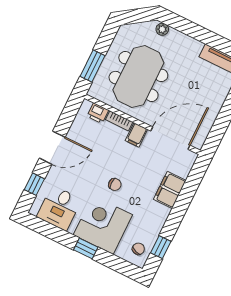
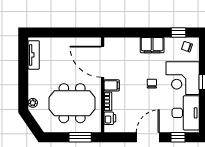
door: (52, 148) -> (148, 137), hinge flipped
filing cabinet: (170, 190) -> (152, 45), moved
desk: (59, 208) -> (186, 113), width x1.37

